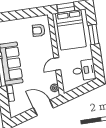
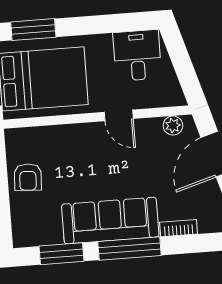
armchair: (39, 30) -> (28, 177), moved
window: (94, 34) -> (33, 30), moved

